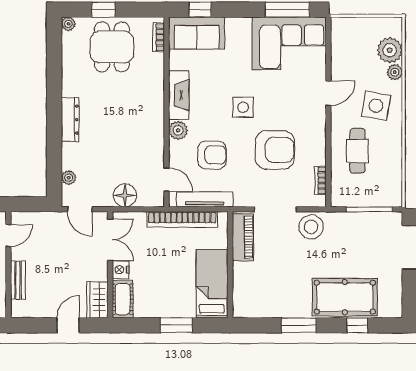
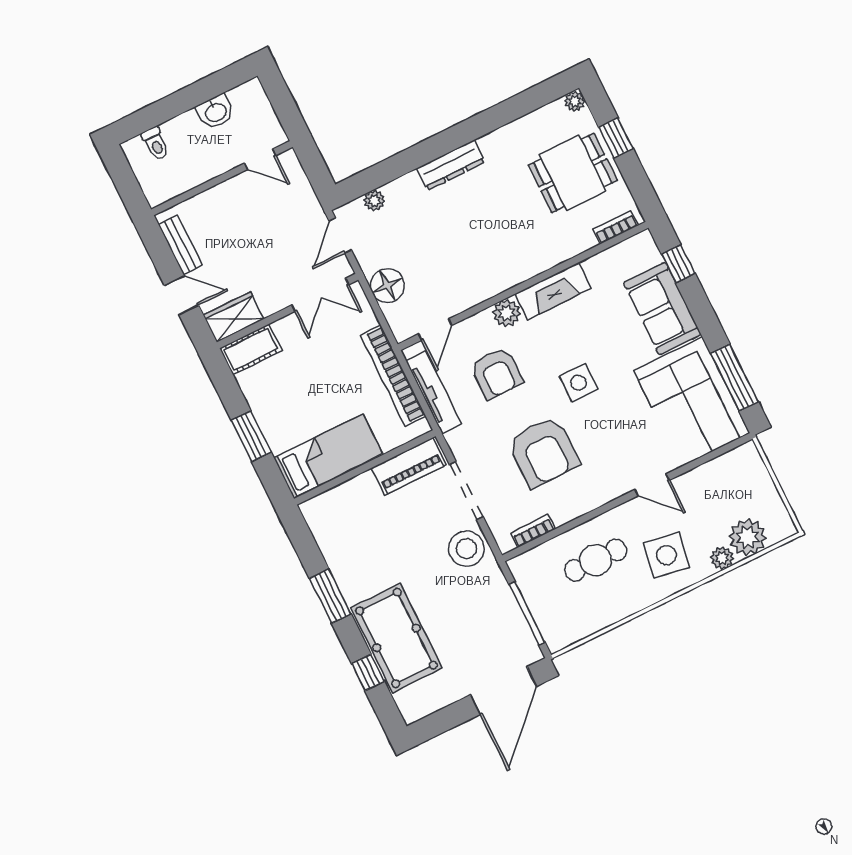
sofa: (197, 33) -> (662, 309), moved
nightstand: (121, 270) -> (288, 328), removed
bench: (18, 280) -> (180, 245), moved, turned 90

